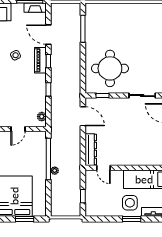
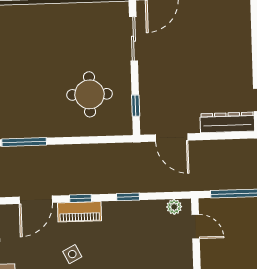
round table: (110, 68) -> (90, 94), width x0.73, depth x0.73
door: (83, 116) -> (172, 137), swing flipped
door: (18, 129) -> (196, 227), moved

